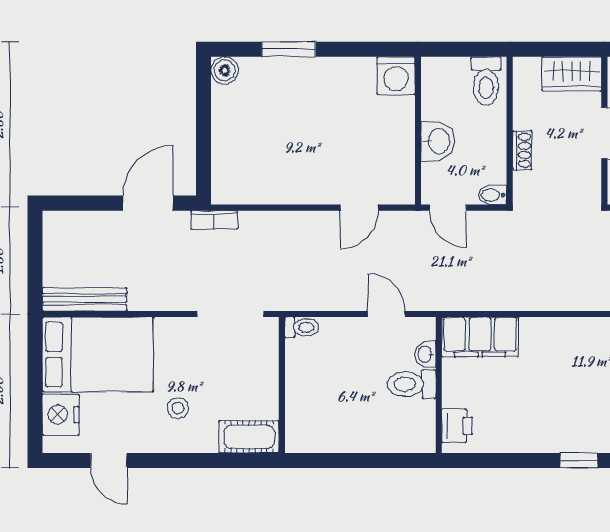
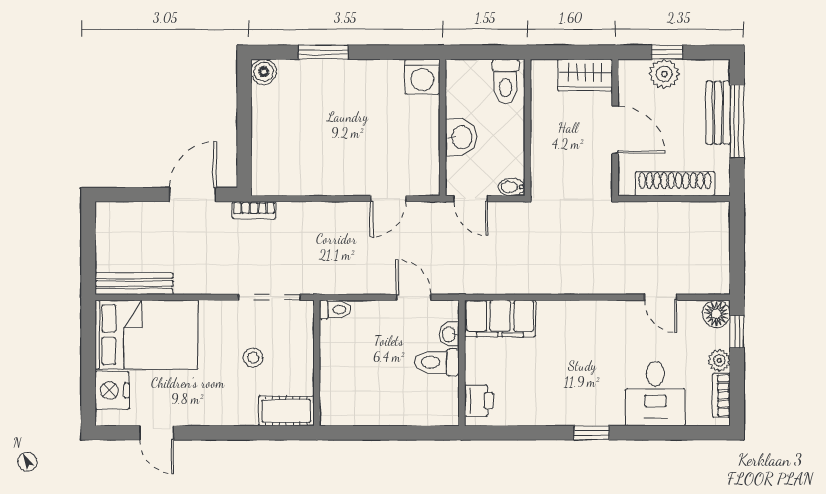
shoe rack: (522, 150) -> (539, 146), removed
stool: (178, 408) -> (253, 358), moved

